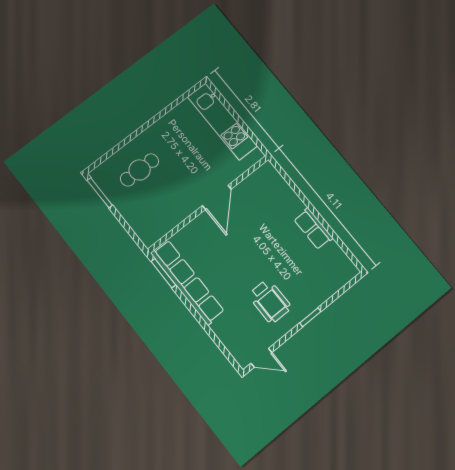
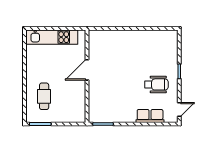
door: (217, 197) -> (87, 70), swing flipped
row of seats: (313, 229) -> (139, 36), removed
row of seats: (187, 282) -> (150, 116), moved, width x0.50

